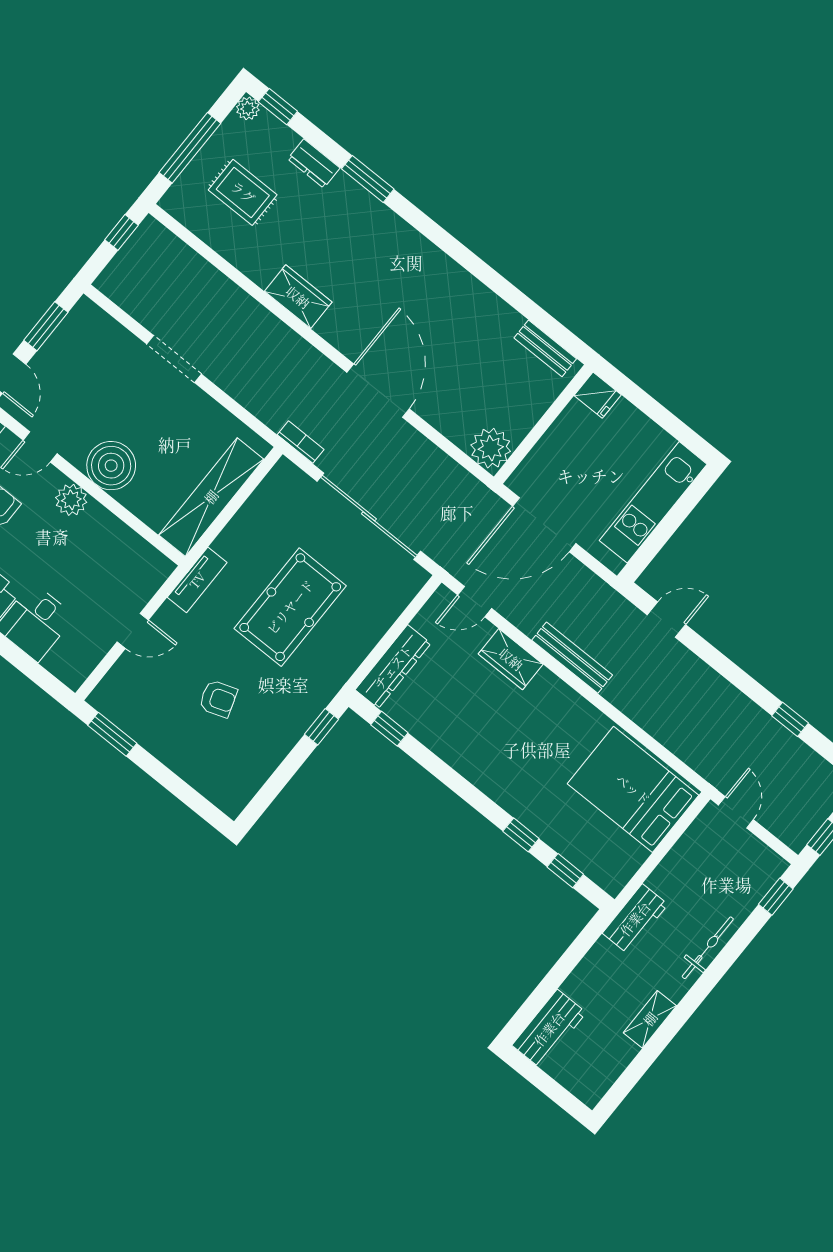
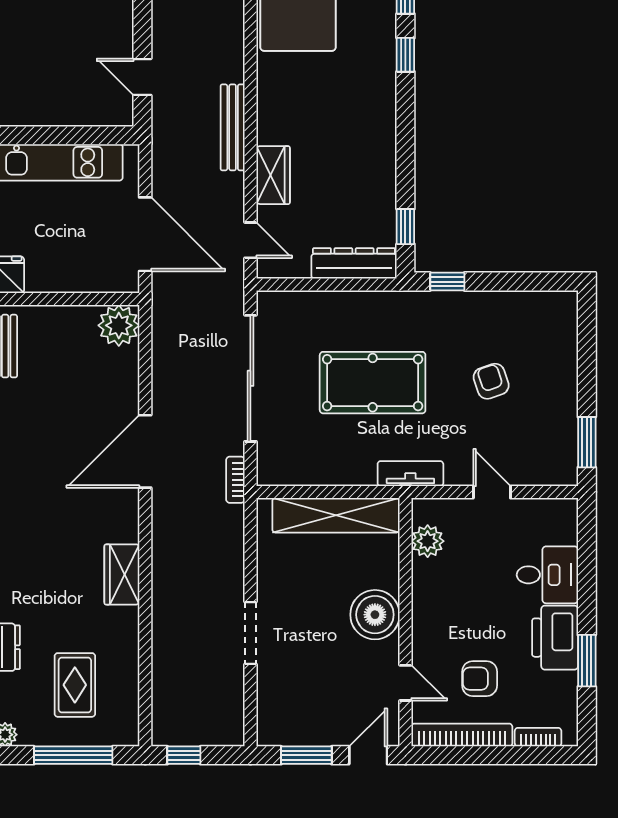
plant: (71, 500) -> (428, 541), moved

